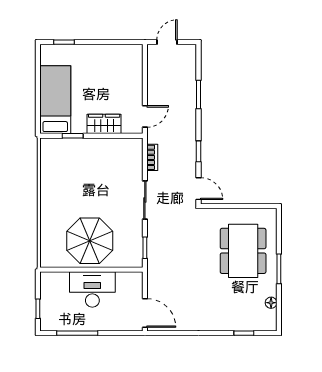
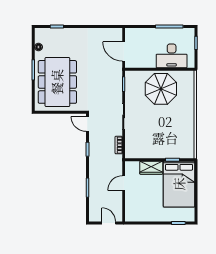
door: (167, 42) -> (109, 223), swing flipped
bed: (55, 100) -> (179, 184), width x1.50
door: (145, 116) -> (124, 183), moved
dining table: (243, 251) -> (57, 82), width x1.36, depth x1.24
desk: (92, 289) -> (172, 56), moved
door: (145, 313) -> (124, 51), moved

